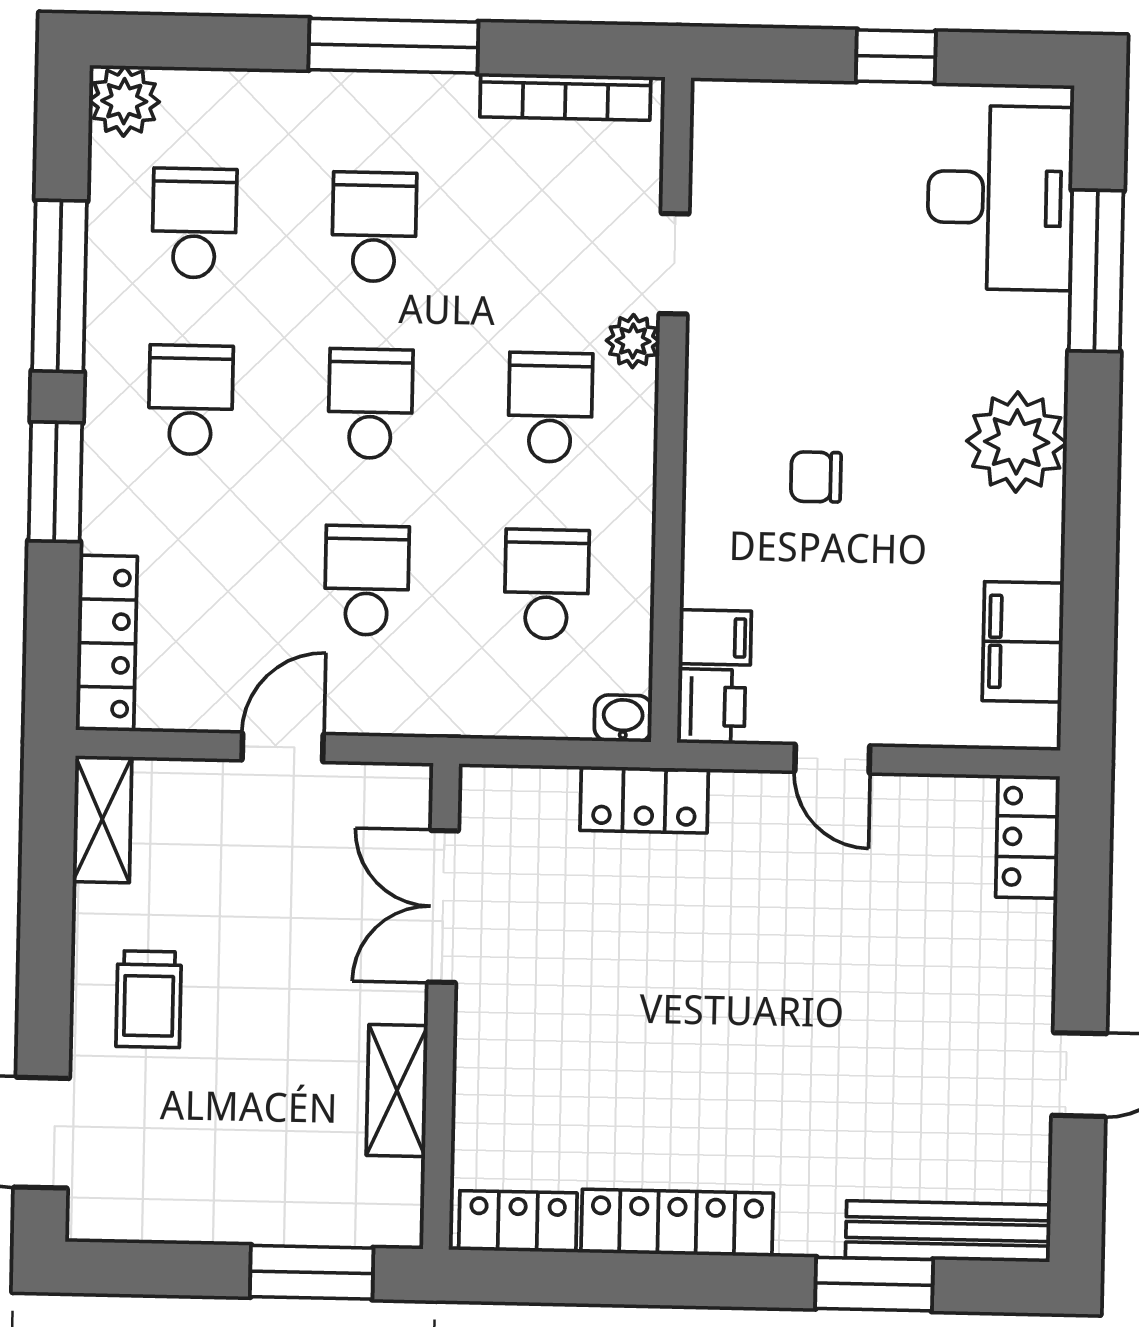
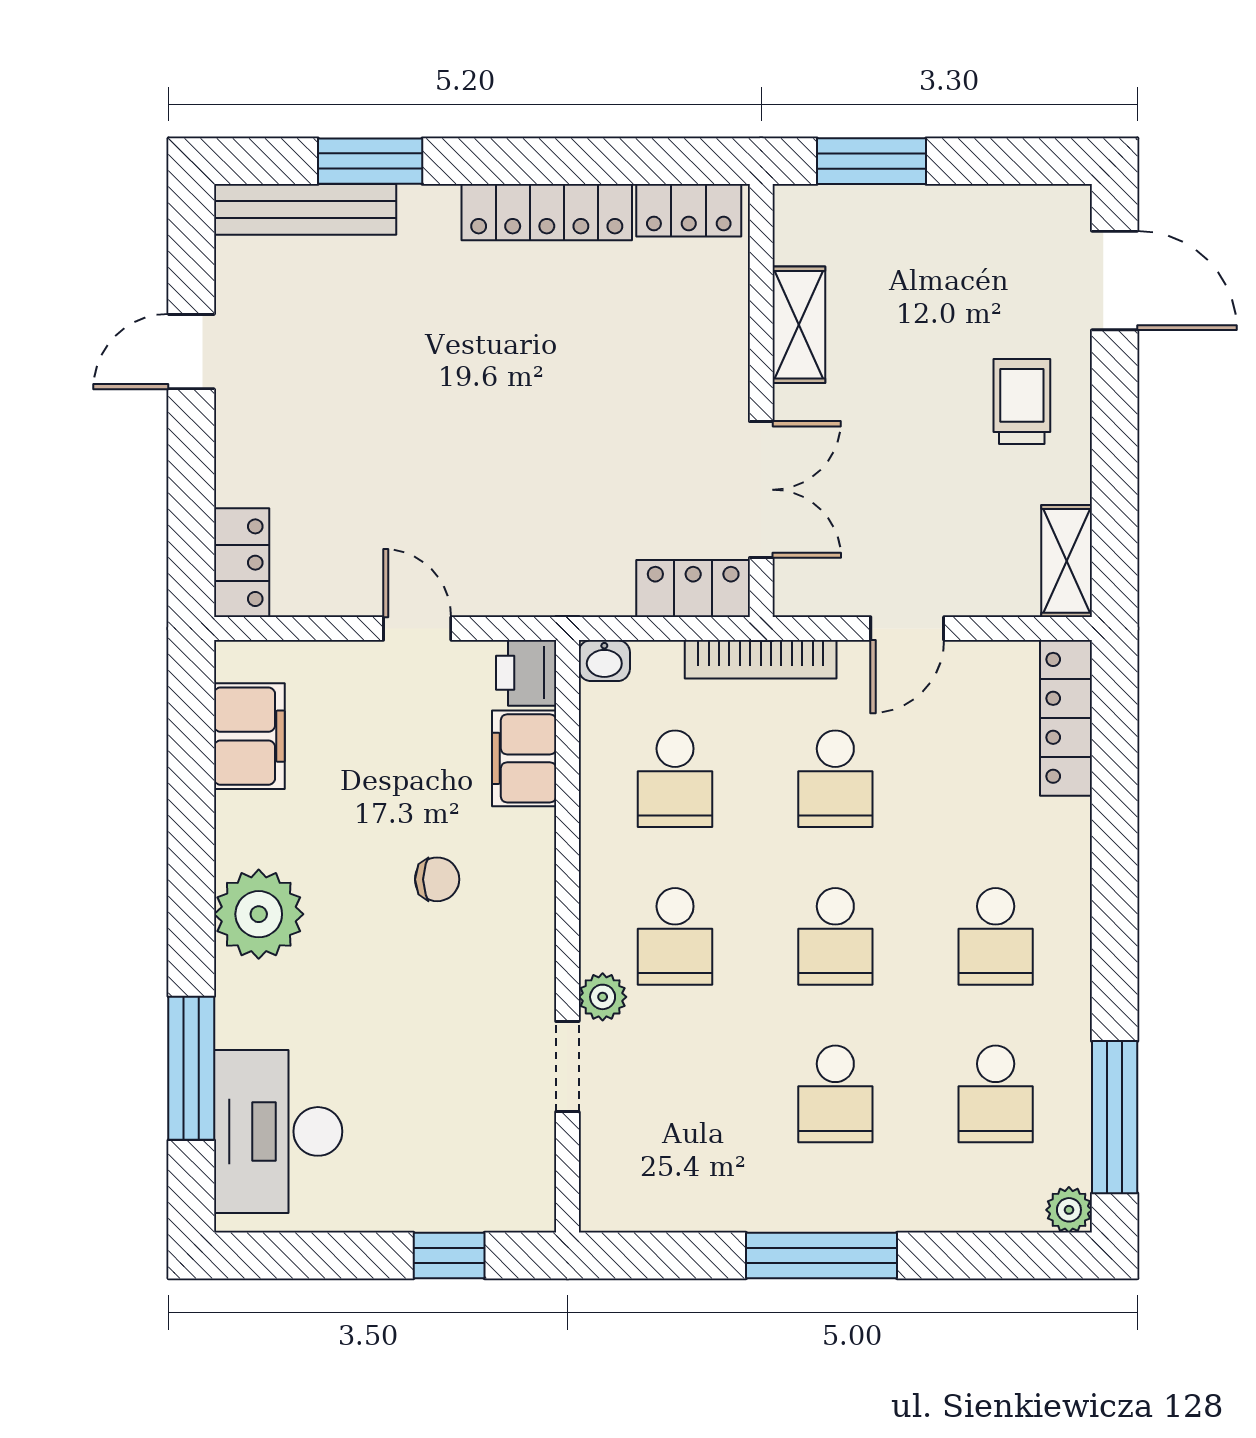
window: (896, 56) -> (449, 1256), moved
bookcase: (565, 97) -> (761, 659), moved, turned 180
plant: (124, 101) -> (1069, 1210), width x0.73, depth x0.73
window: (59, 286) -> (1115, 1117), moved
window: (55, 482) -> (1115, 861), removed
filing cabinet: (715, 637) -> (524, 758), width x2.00
locker: (644, 800) -> (693, 588), moved

